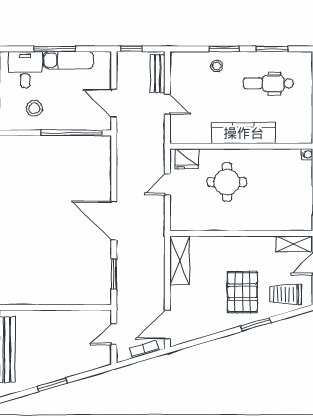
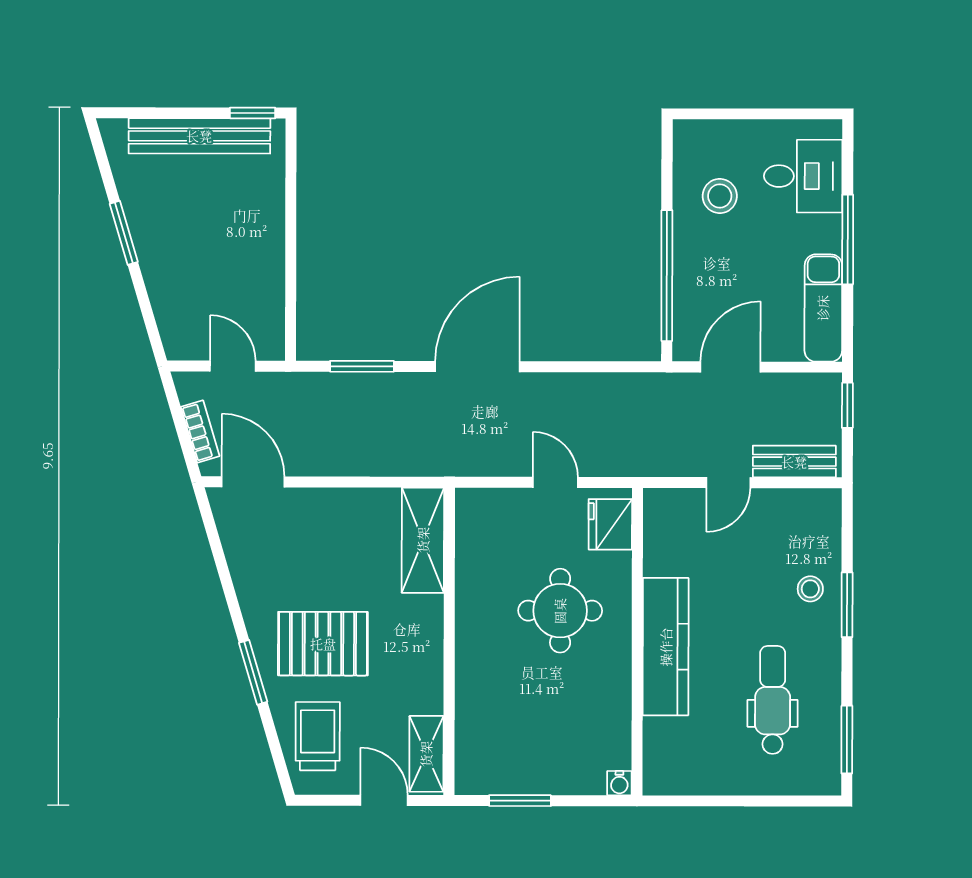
window: (272, 49) -> (847, 740), moved
exam couch: (68, 60) -> (823, 308), moved
shelving: (180, 260) -> (423, 540), moved, turned 90

